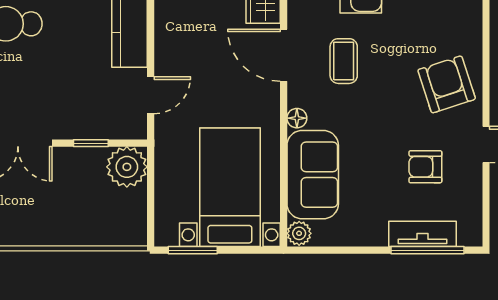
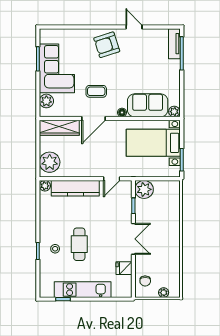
door: (151, 95) -> (112, 179), swing flipped
armchair: (425, 167) -> (144, 54), removed
tv unit: (422, 234) -> (174, 44), moved

